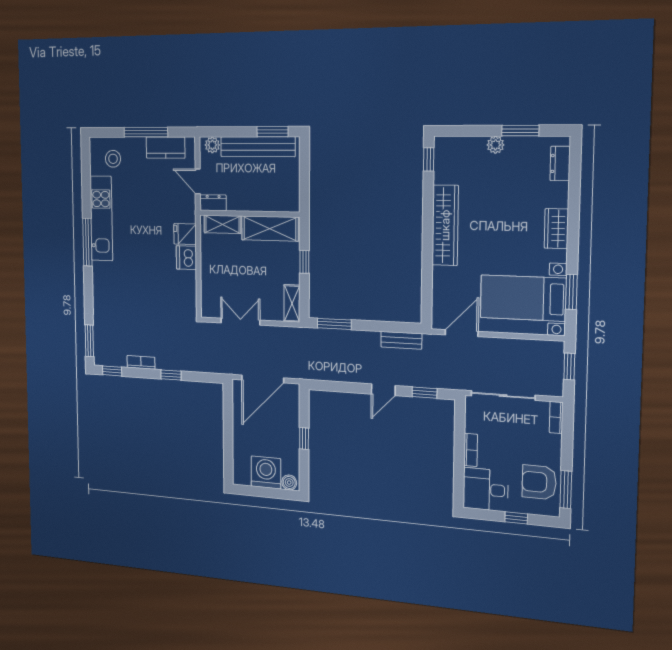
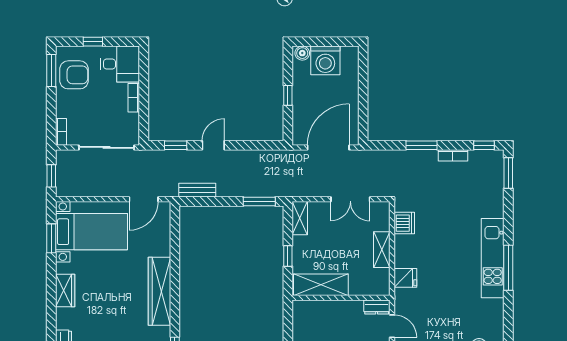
kitchen unit: (101, 218) -> (493, 258), moved
shelving: (222, 224) -> (382, 250), moved, turned 90
dishwasher: (186, 258) -> (404, 223), moved
window: (171, 375) -> (421, 145), width x1.50

